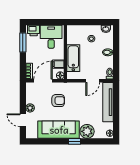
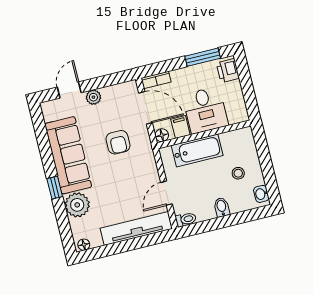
desk: (51, 37) -> (205, 110), moved, turned 90
door: (93, 81) -> (166, 193), hinge flipped

